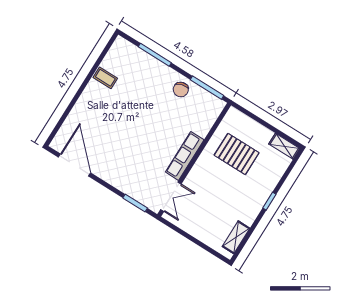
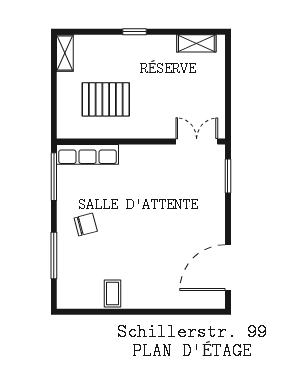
chair: (181, 90) -> (86, 225), moved
pallet: (237, 154) -> (106, 99), turned 90
row of seats: (185, 156) -> (88, 154), moved

